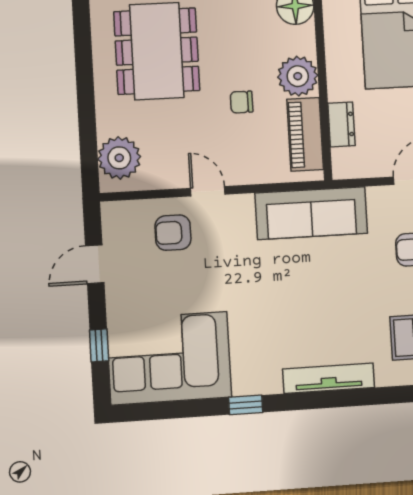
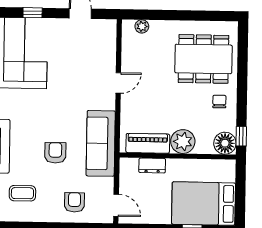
chair: (242, 102) -> (219, 101), moved
plant: (119, 158) -> (142, 26), width x0.53, depth x0.53
armchair: (173, 233) -> (55, 153), moved

